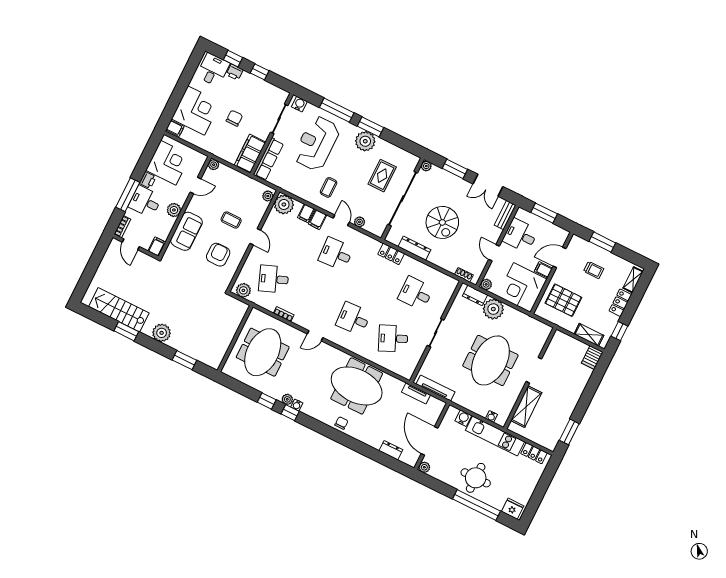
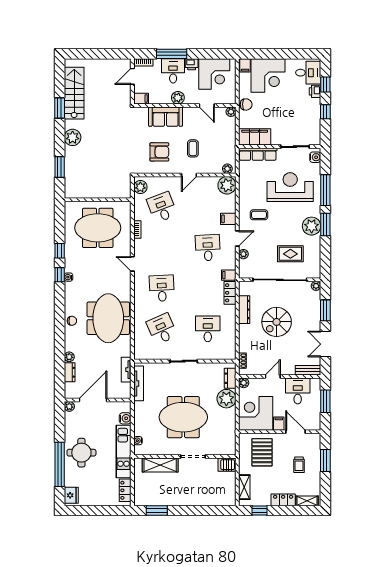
chair: (234, 118) -> (246, 104), moved
filing cabinet: (306, 213) -> (229, 275), moved
server rack: (592, 358) -> (227, 465), moved
plant: (287, 399) -> (69, 357), moved

